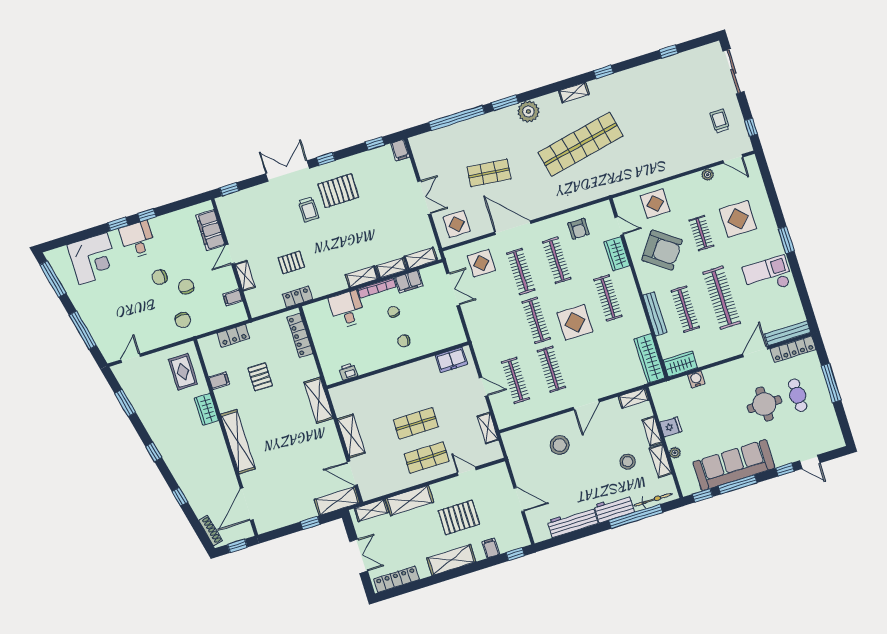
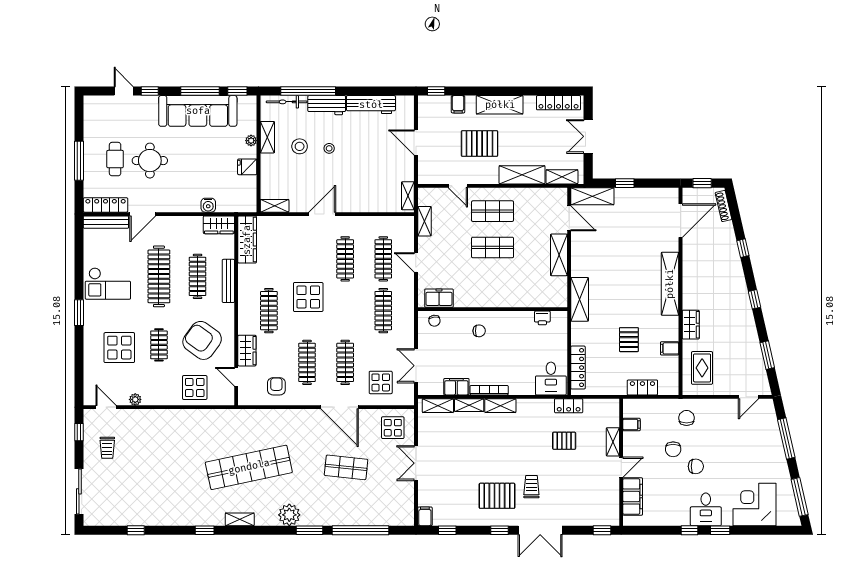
desk: (347, 309) -> (551, 378), moved
chair: (394, 312) -> (434, 321), moved
clothes rail: (536, 320) -> (383, 311), moved
shelving: (652, 431) -> (408, 196), moved
stool: (560, 445) -> (329, 148), moved, width x0.53, depth x0.53

